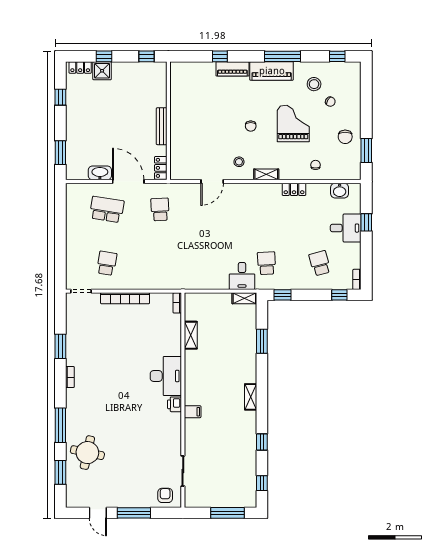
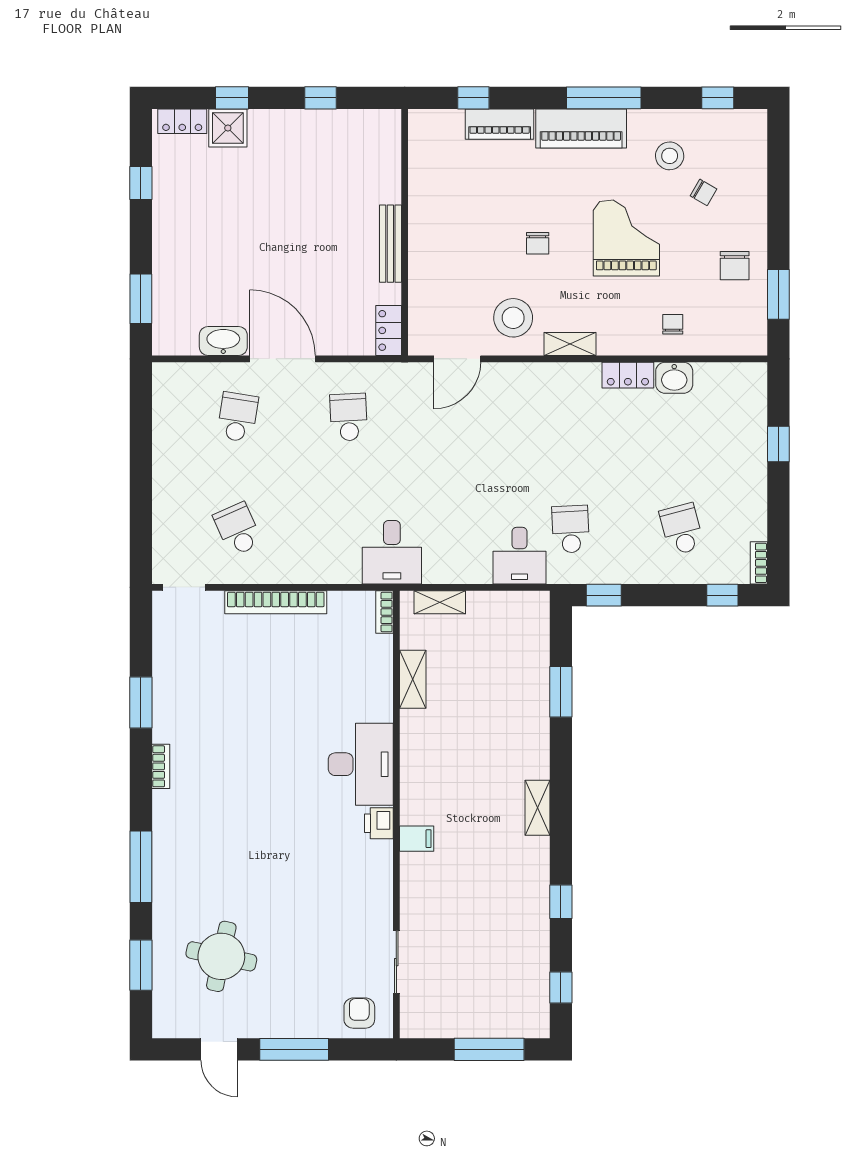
wall: (168, 121) -> (405, 232), moved
bench: (162, 126) -> (390, 244), moved
stool: (239, 162) -> (513, 318), width x1.89, depth x1.89
locker: (161, 168) -> (389, 330), moved
washbasin: (340, 191) -> (674, 378), moved
school desk: (107, 209) -> (238, 417), width x0.54
desk: (346, 228) -> (392, 552), moved, turned 90
school desk: (107, 263) -> (238, 529), turned -33
shelving: (244, 298) -> (440, 602), moved
round table: (87, 453) -> (221, 956), moved

